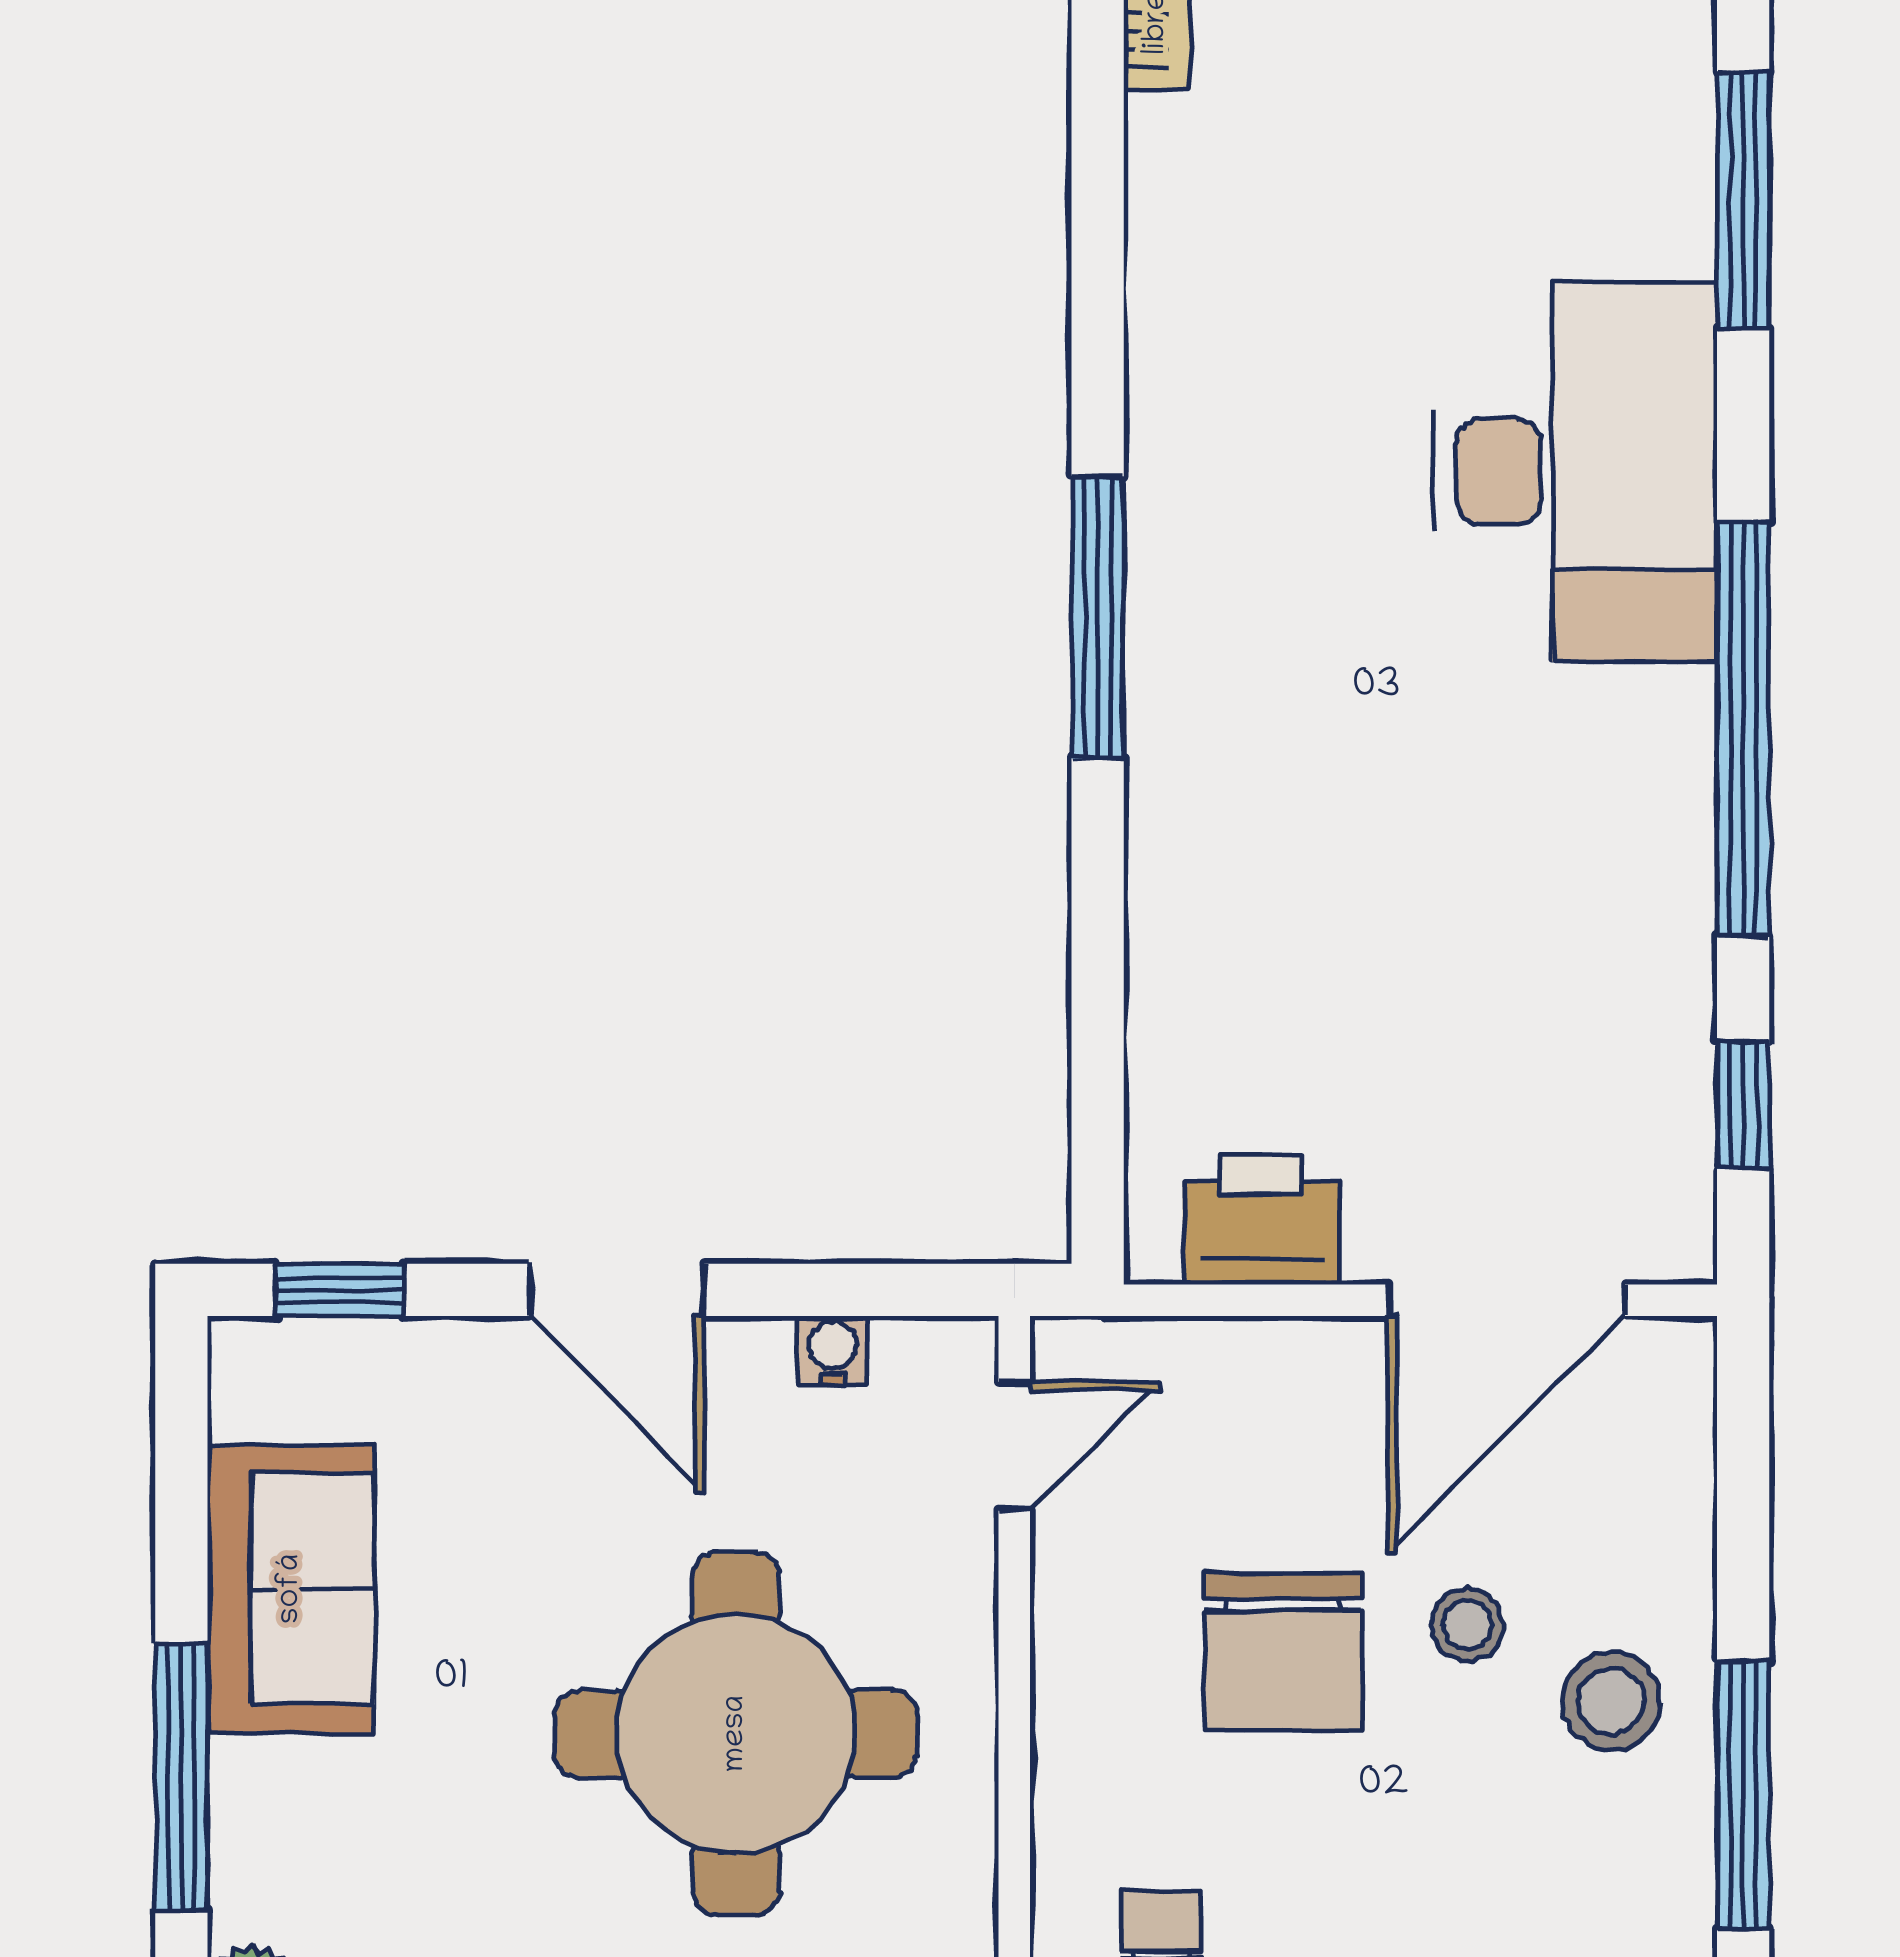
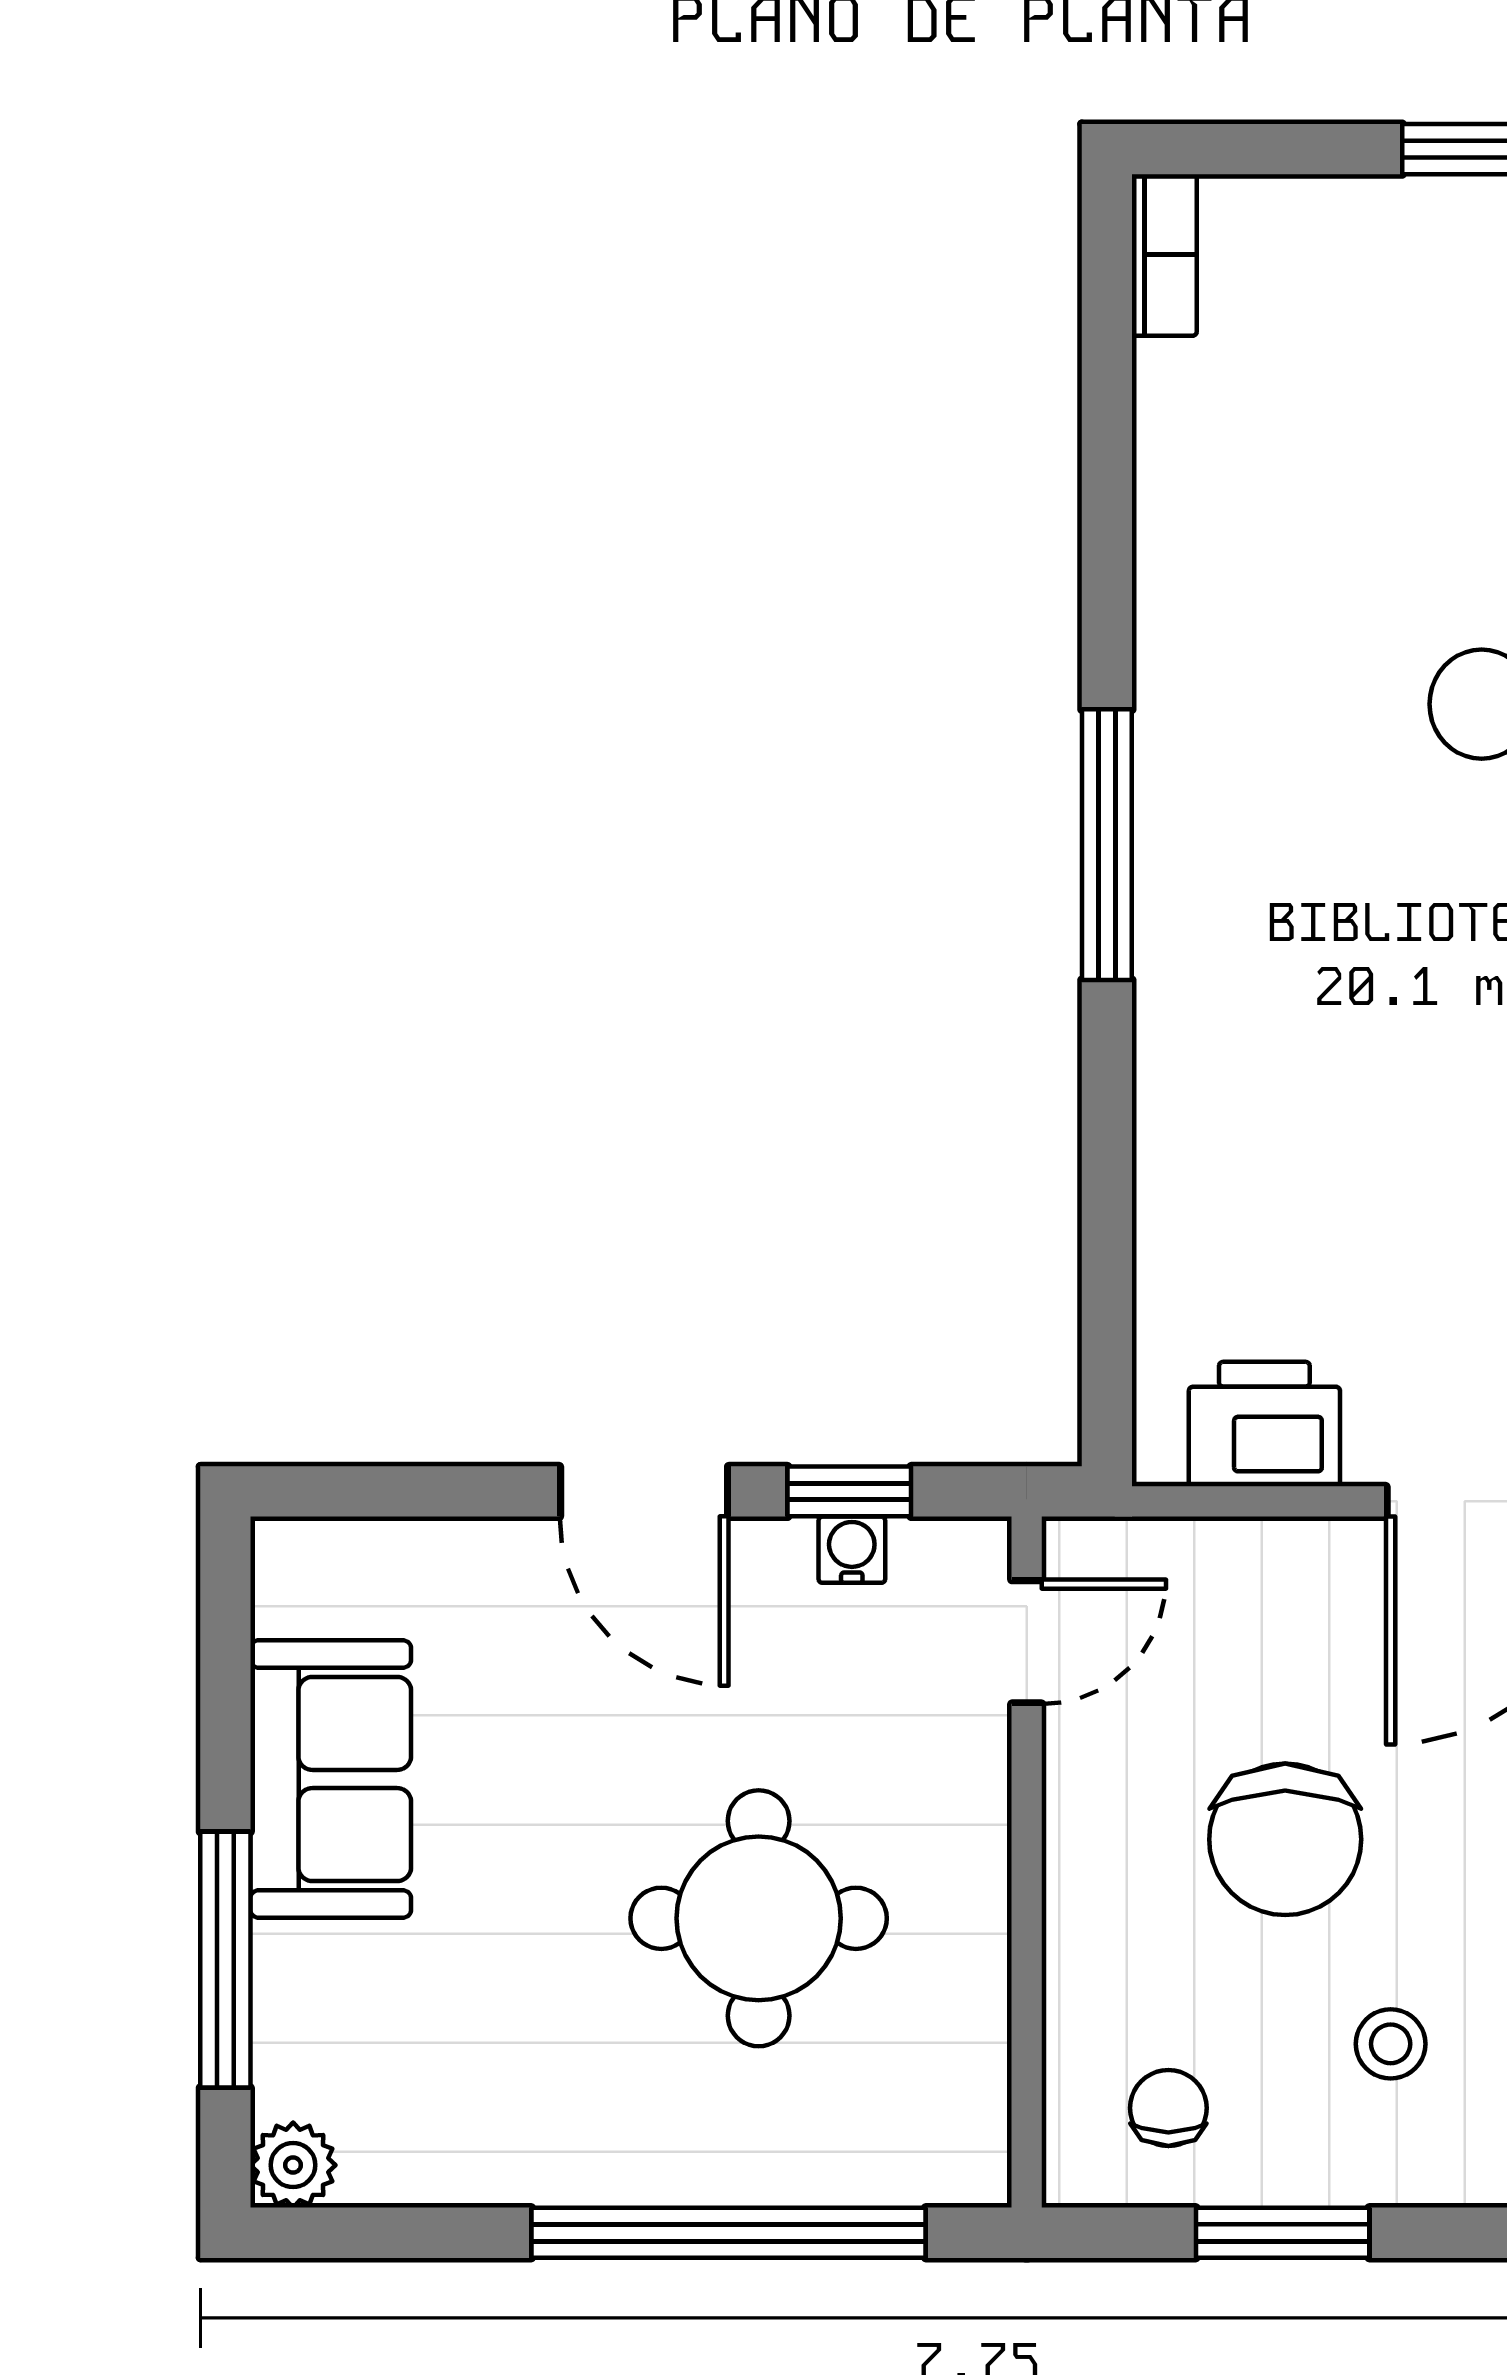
window: (340, 1290) -> (849, 1491), moved
stool: (1467, 1625) -> (1391, 2044), moved
round table: (736, 1734) -> (759, 1918), width x0.73, depth x0.73

